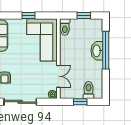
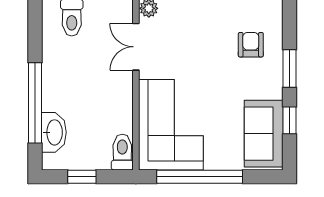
window: (29, 15) -> (200, 177), width x3.17
washbasin: (97, 51) -> (54, 132), moved

